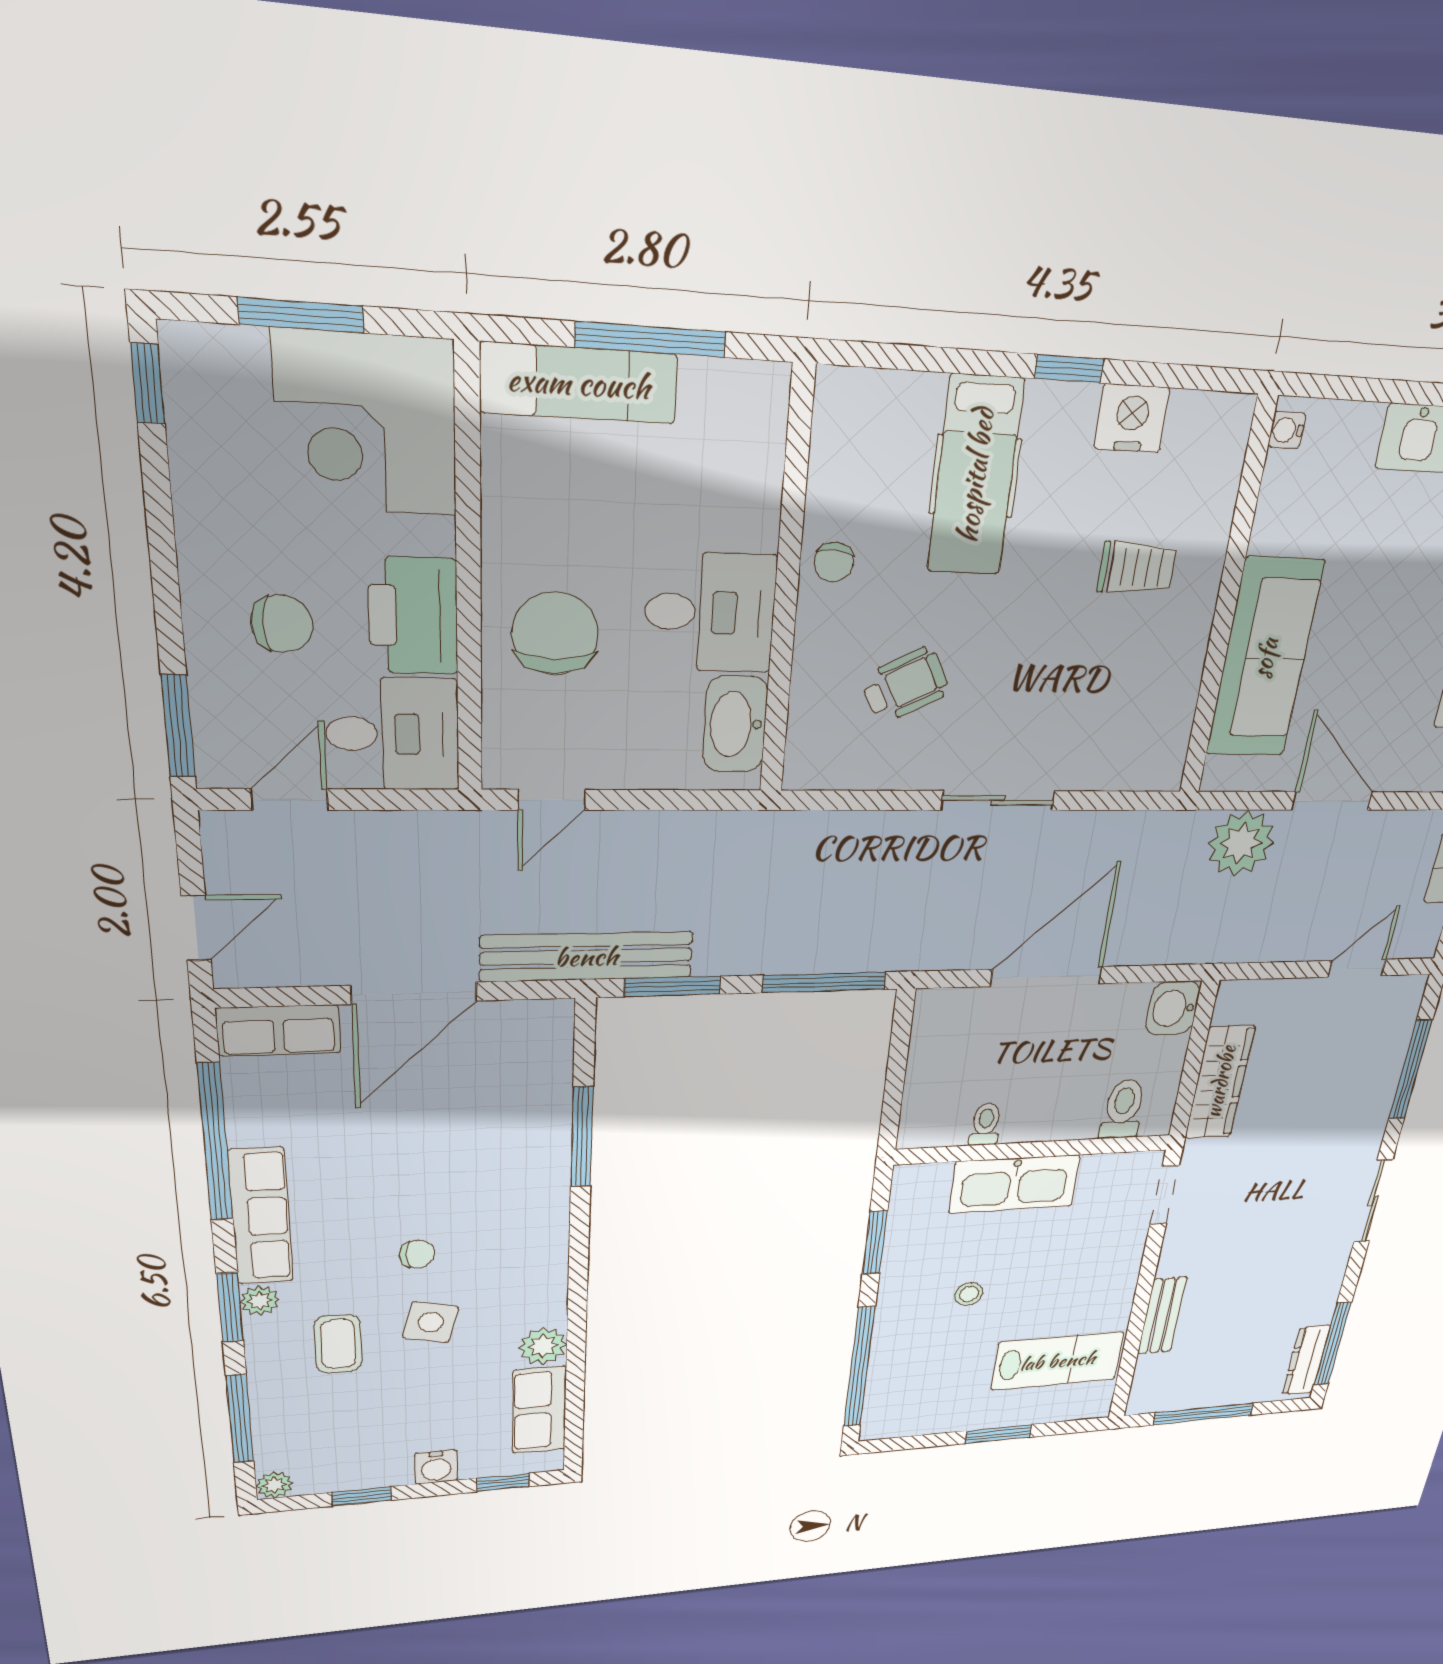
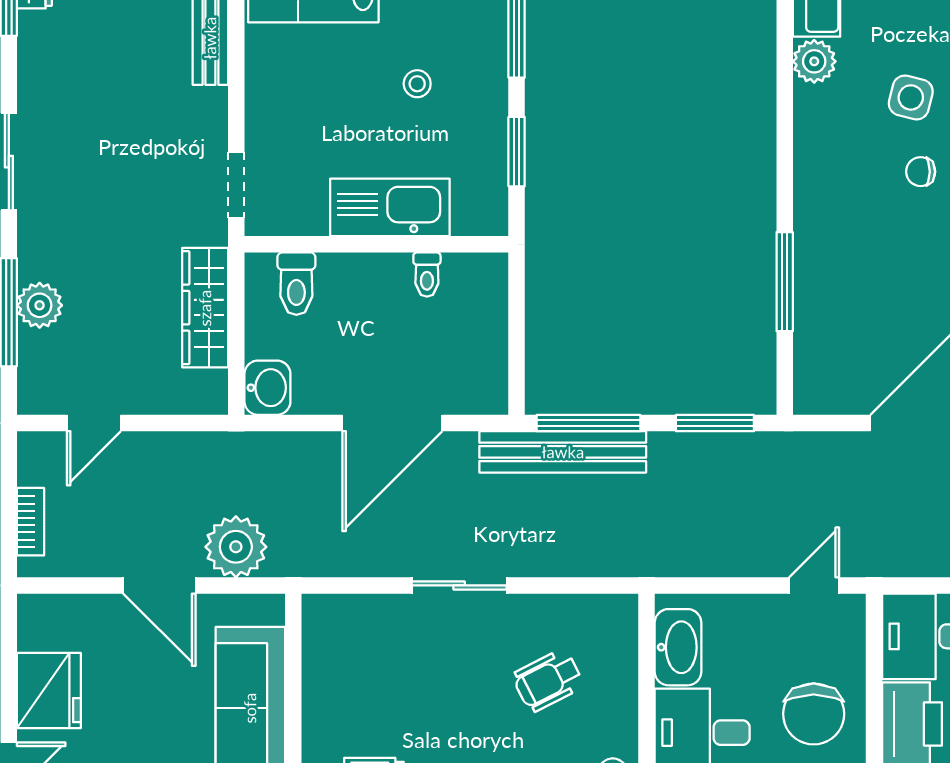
bench: (587, 957) -> (563, 452), moved
plant: (1380, 1078) -> (40, 305), added

